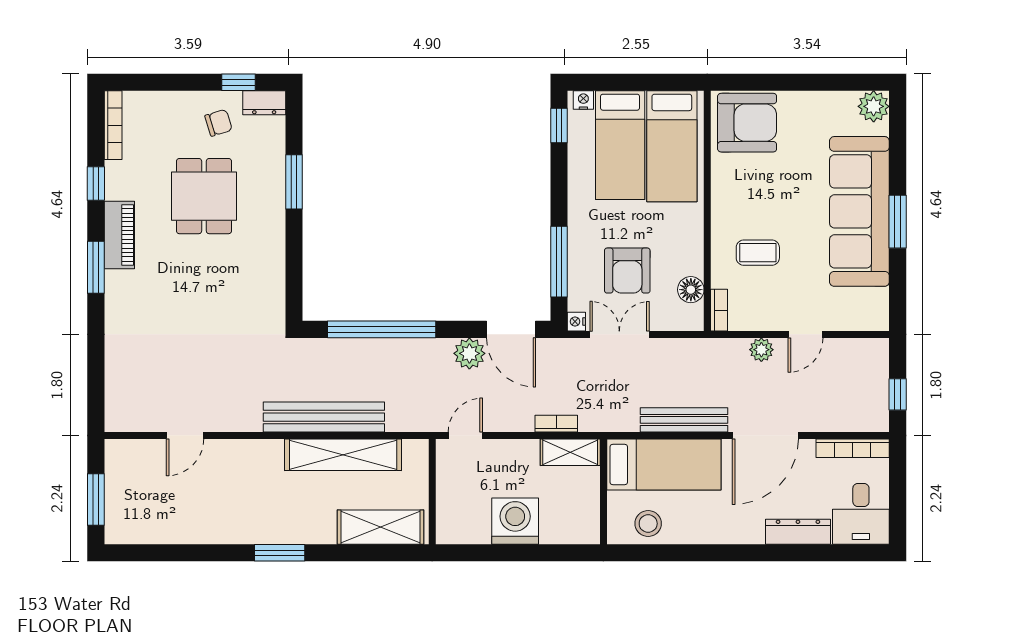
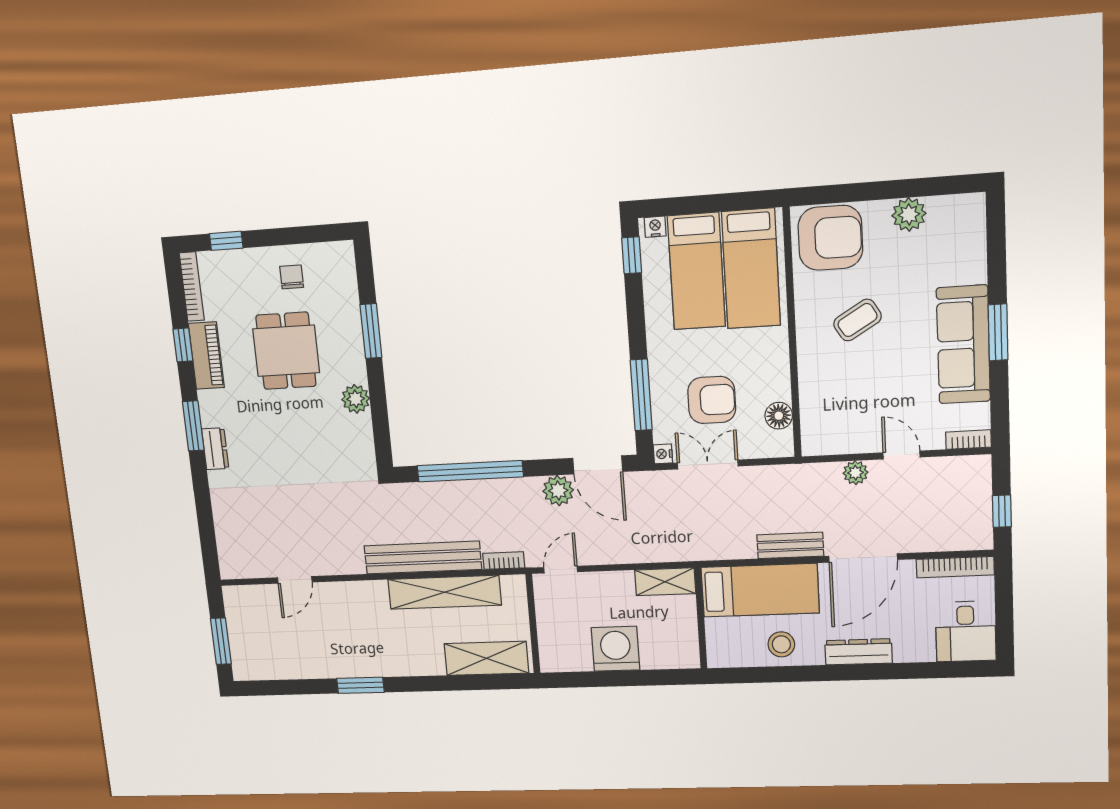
window: (239, 82) -> (226, 241), moved
dresser: (264, 103) -> (215, 449), moved, turned -90
plant: (874, 106) -> (909, 215), moved
chair: (219, 123) -> (292, 277), turned -73
sofa: (859, 211) -> (963, 345), width x0.74, depth x0.79
piano: (119, 235) -> (206, 356), moved
plant: (271, 249) -> (356, 399), added
coffee table: (758, 253) -> (858, 320), moved, turned -31
armchair: (627, 271) -> (712, 400), turned -90
bookcase: (719, 310) -> (968, 440), moved, turned -90
door: (805, 334) -> (902, 455), swing flipped
bench: (684, 420) -> (790, 545), width x0.73
bookcase: (556, 424) -> (504, 561), moved
stool: (648, 524) -> (781, 644), moved
dresser: (798, 532) -> (858, 652), moved
window: (280, 553) -> (360, 685), moved

